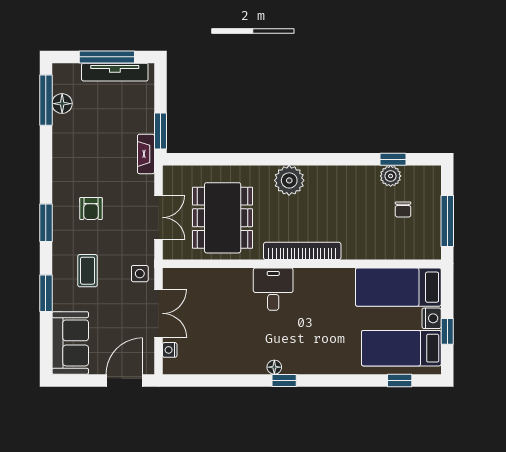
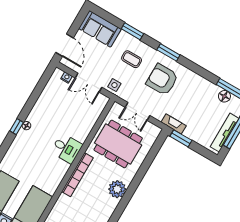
armchair: (91, 208) -> (162, 80), width x1.88, depth x1.88

